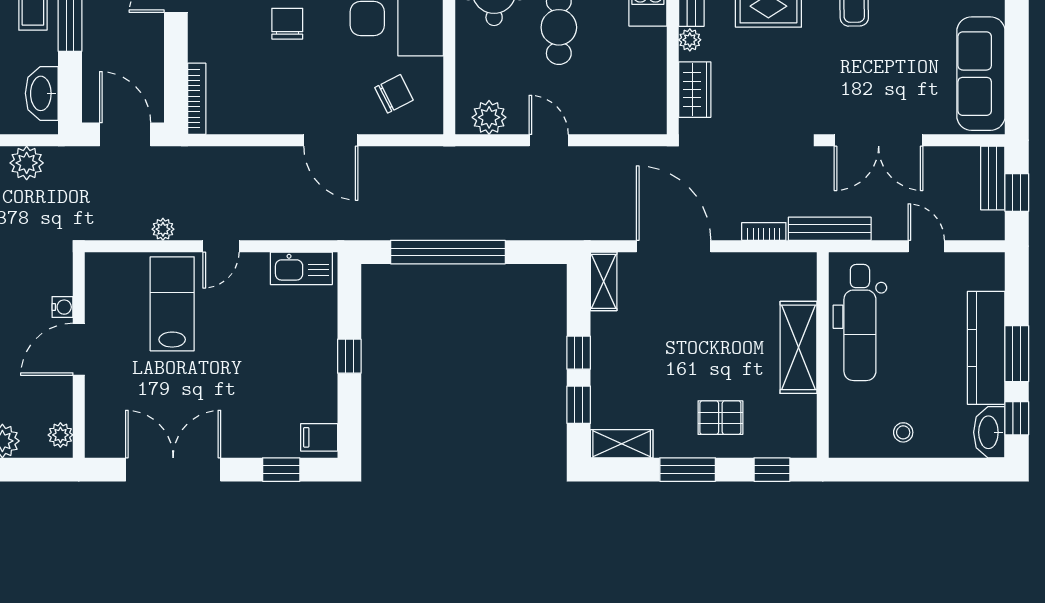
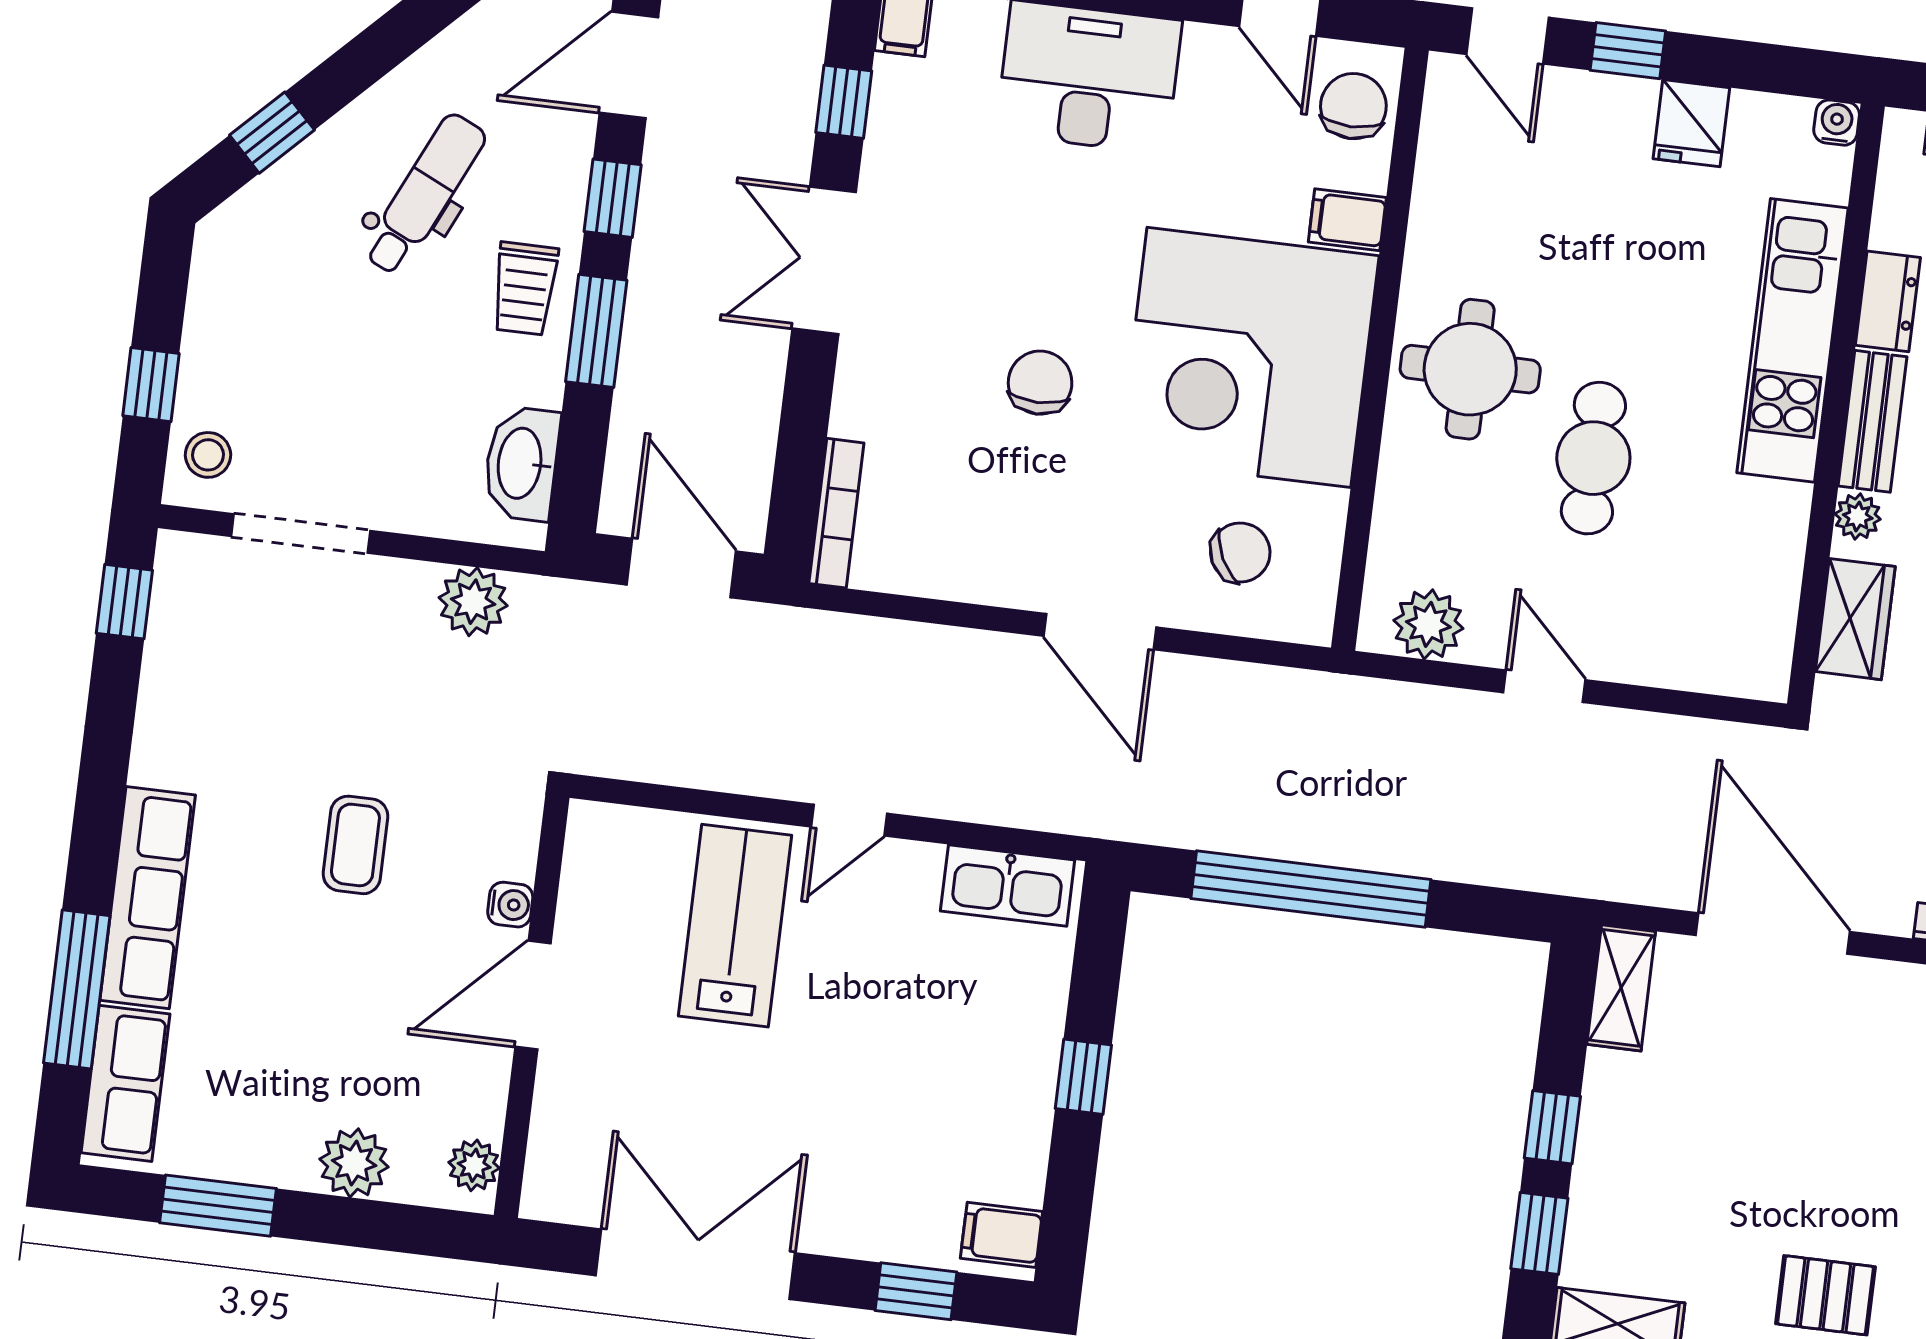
plant: (163, 229) -> (735, 771), removed

